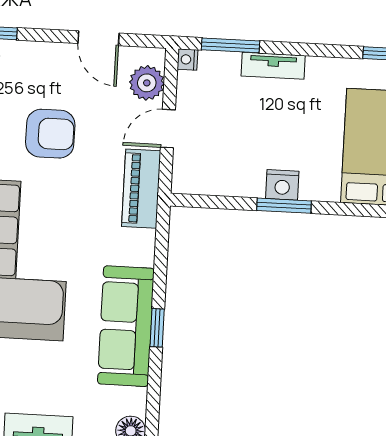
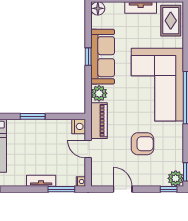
plant: (147, 83) -> (99, 93), moved
door: (168, 129) -> (88, 149), swing flipped
armchair: (50, 134) -> (142, 144), turned 180
nightstand: (282, 185) -> (79, 126), moved, turned 90

